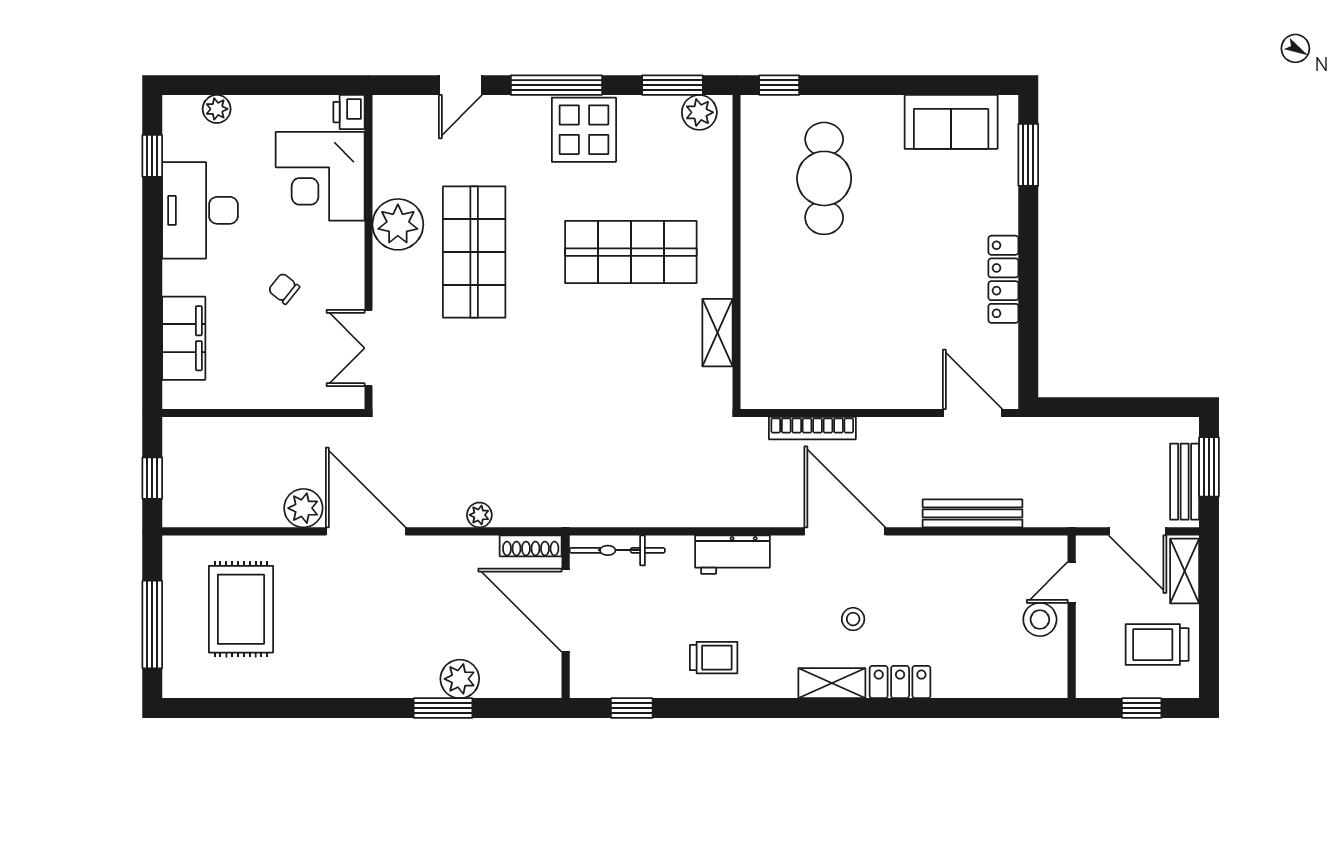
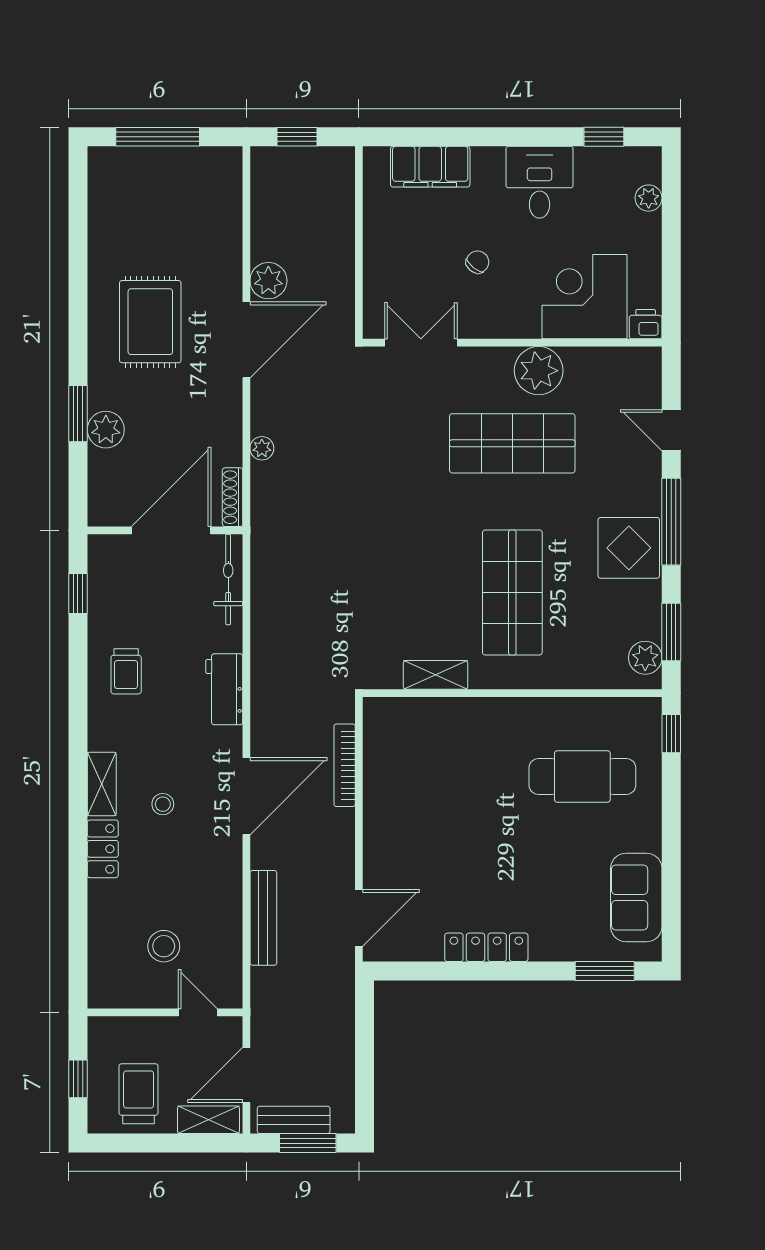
desk: (200, 210) -> (540, 182), width x0.73
rug: (241, 609) -> (150, 322), moved, turned 90
stool: (1040, 619) -> (164, 946), moved

